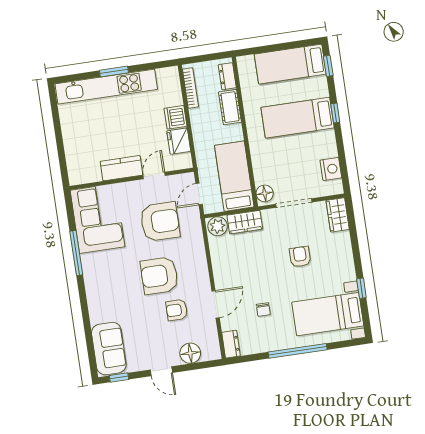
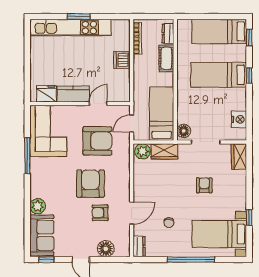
fridge: (179, 141) -> (46, 94), moved, turned 90
armchair: (159, 276) -> (90, 184), turned 90
plant: (98, 313) -> (38, 206), added

